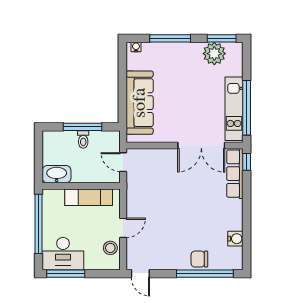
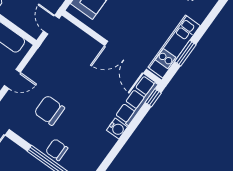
window: (247, 108) -> (185, 53), width x0.47
chair: (171, 232) -> (49, 110), added
water cooler: (235, 239) -> (117, 129), moved

